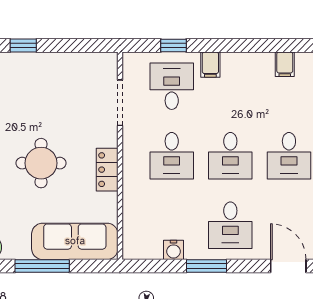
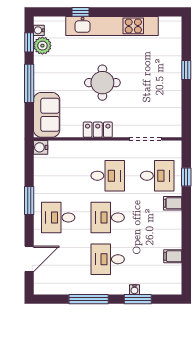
desk: (172, 156) -> (108, 176), turned 180
sofa: (75, 241) -> (47, 115), width x0.73
water cooler: (174, 250) -> (41, 147), moved

